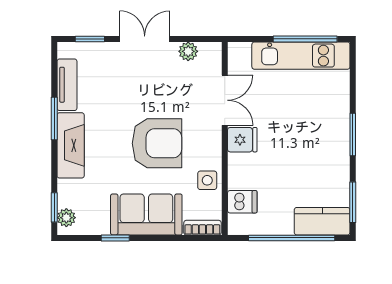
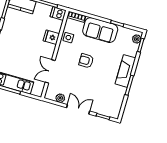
double door: (145, 39) -> (78, 109), swing flipped
tv unit: (67, 85) -> (119, 99), removed
fridge: (242, 140) -> (51, 37), moved
armchair: (157, 143) -> (86, 61), width x0.53, depth x0.53
dishwasher: (242, 202) -> (58, 13), moved

